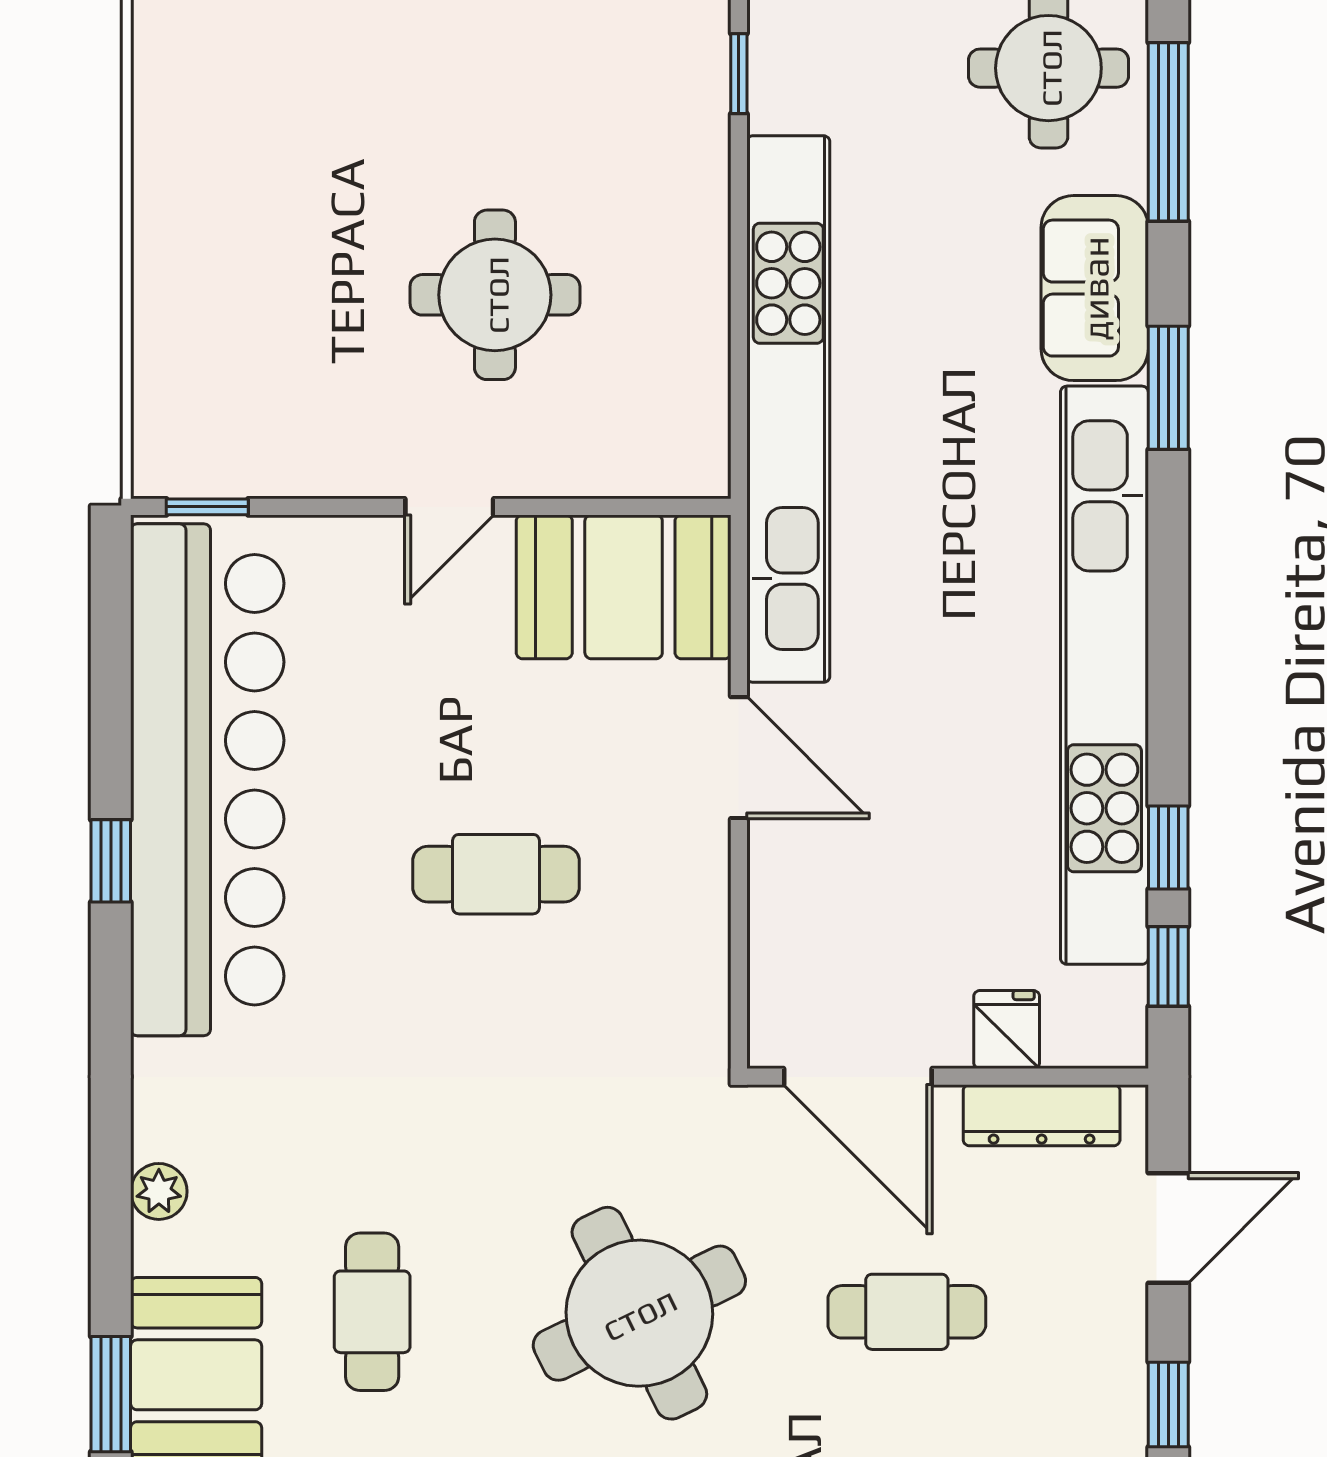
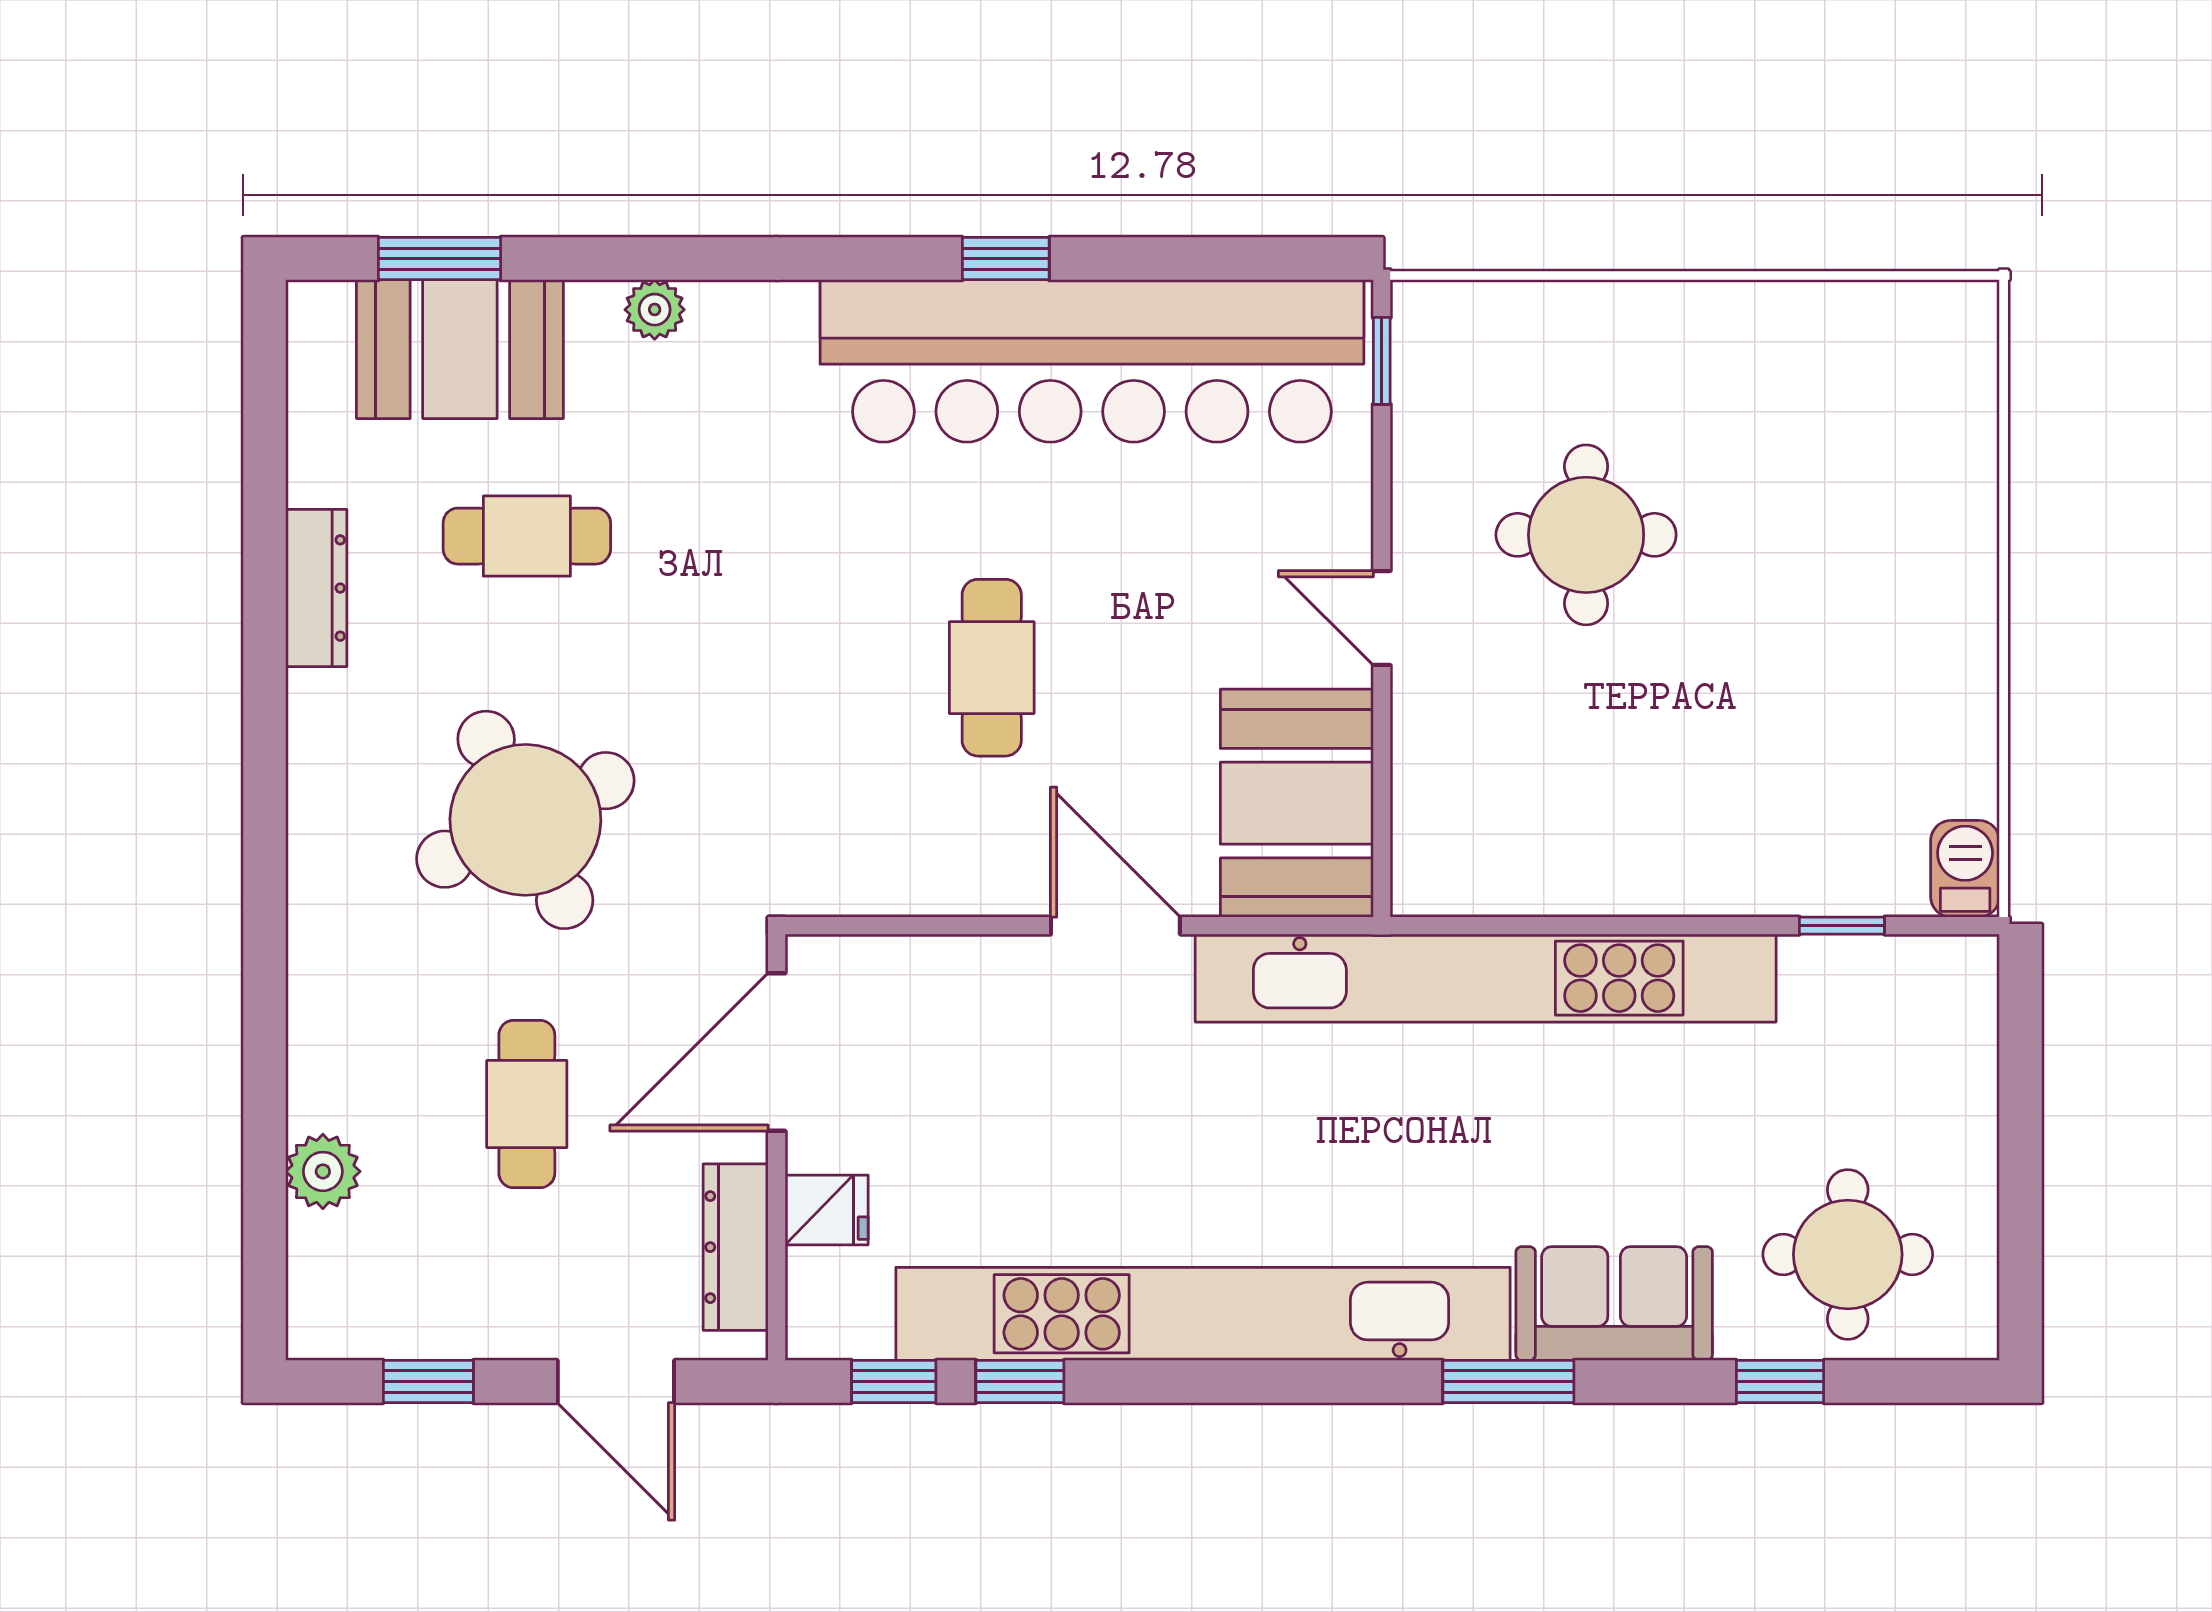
window: (1168, 132) -> (1780, 1382), width x0.46
round table: (495, 295) -> (1586, 535), moved
door: (739, 758) -> (1115, 926), swing flipped

